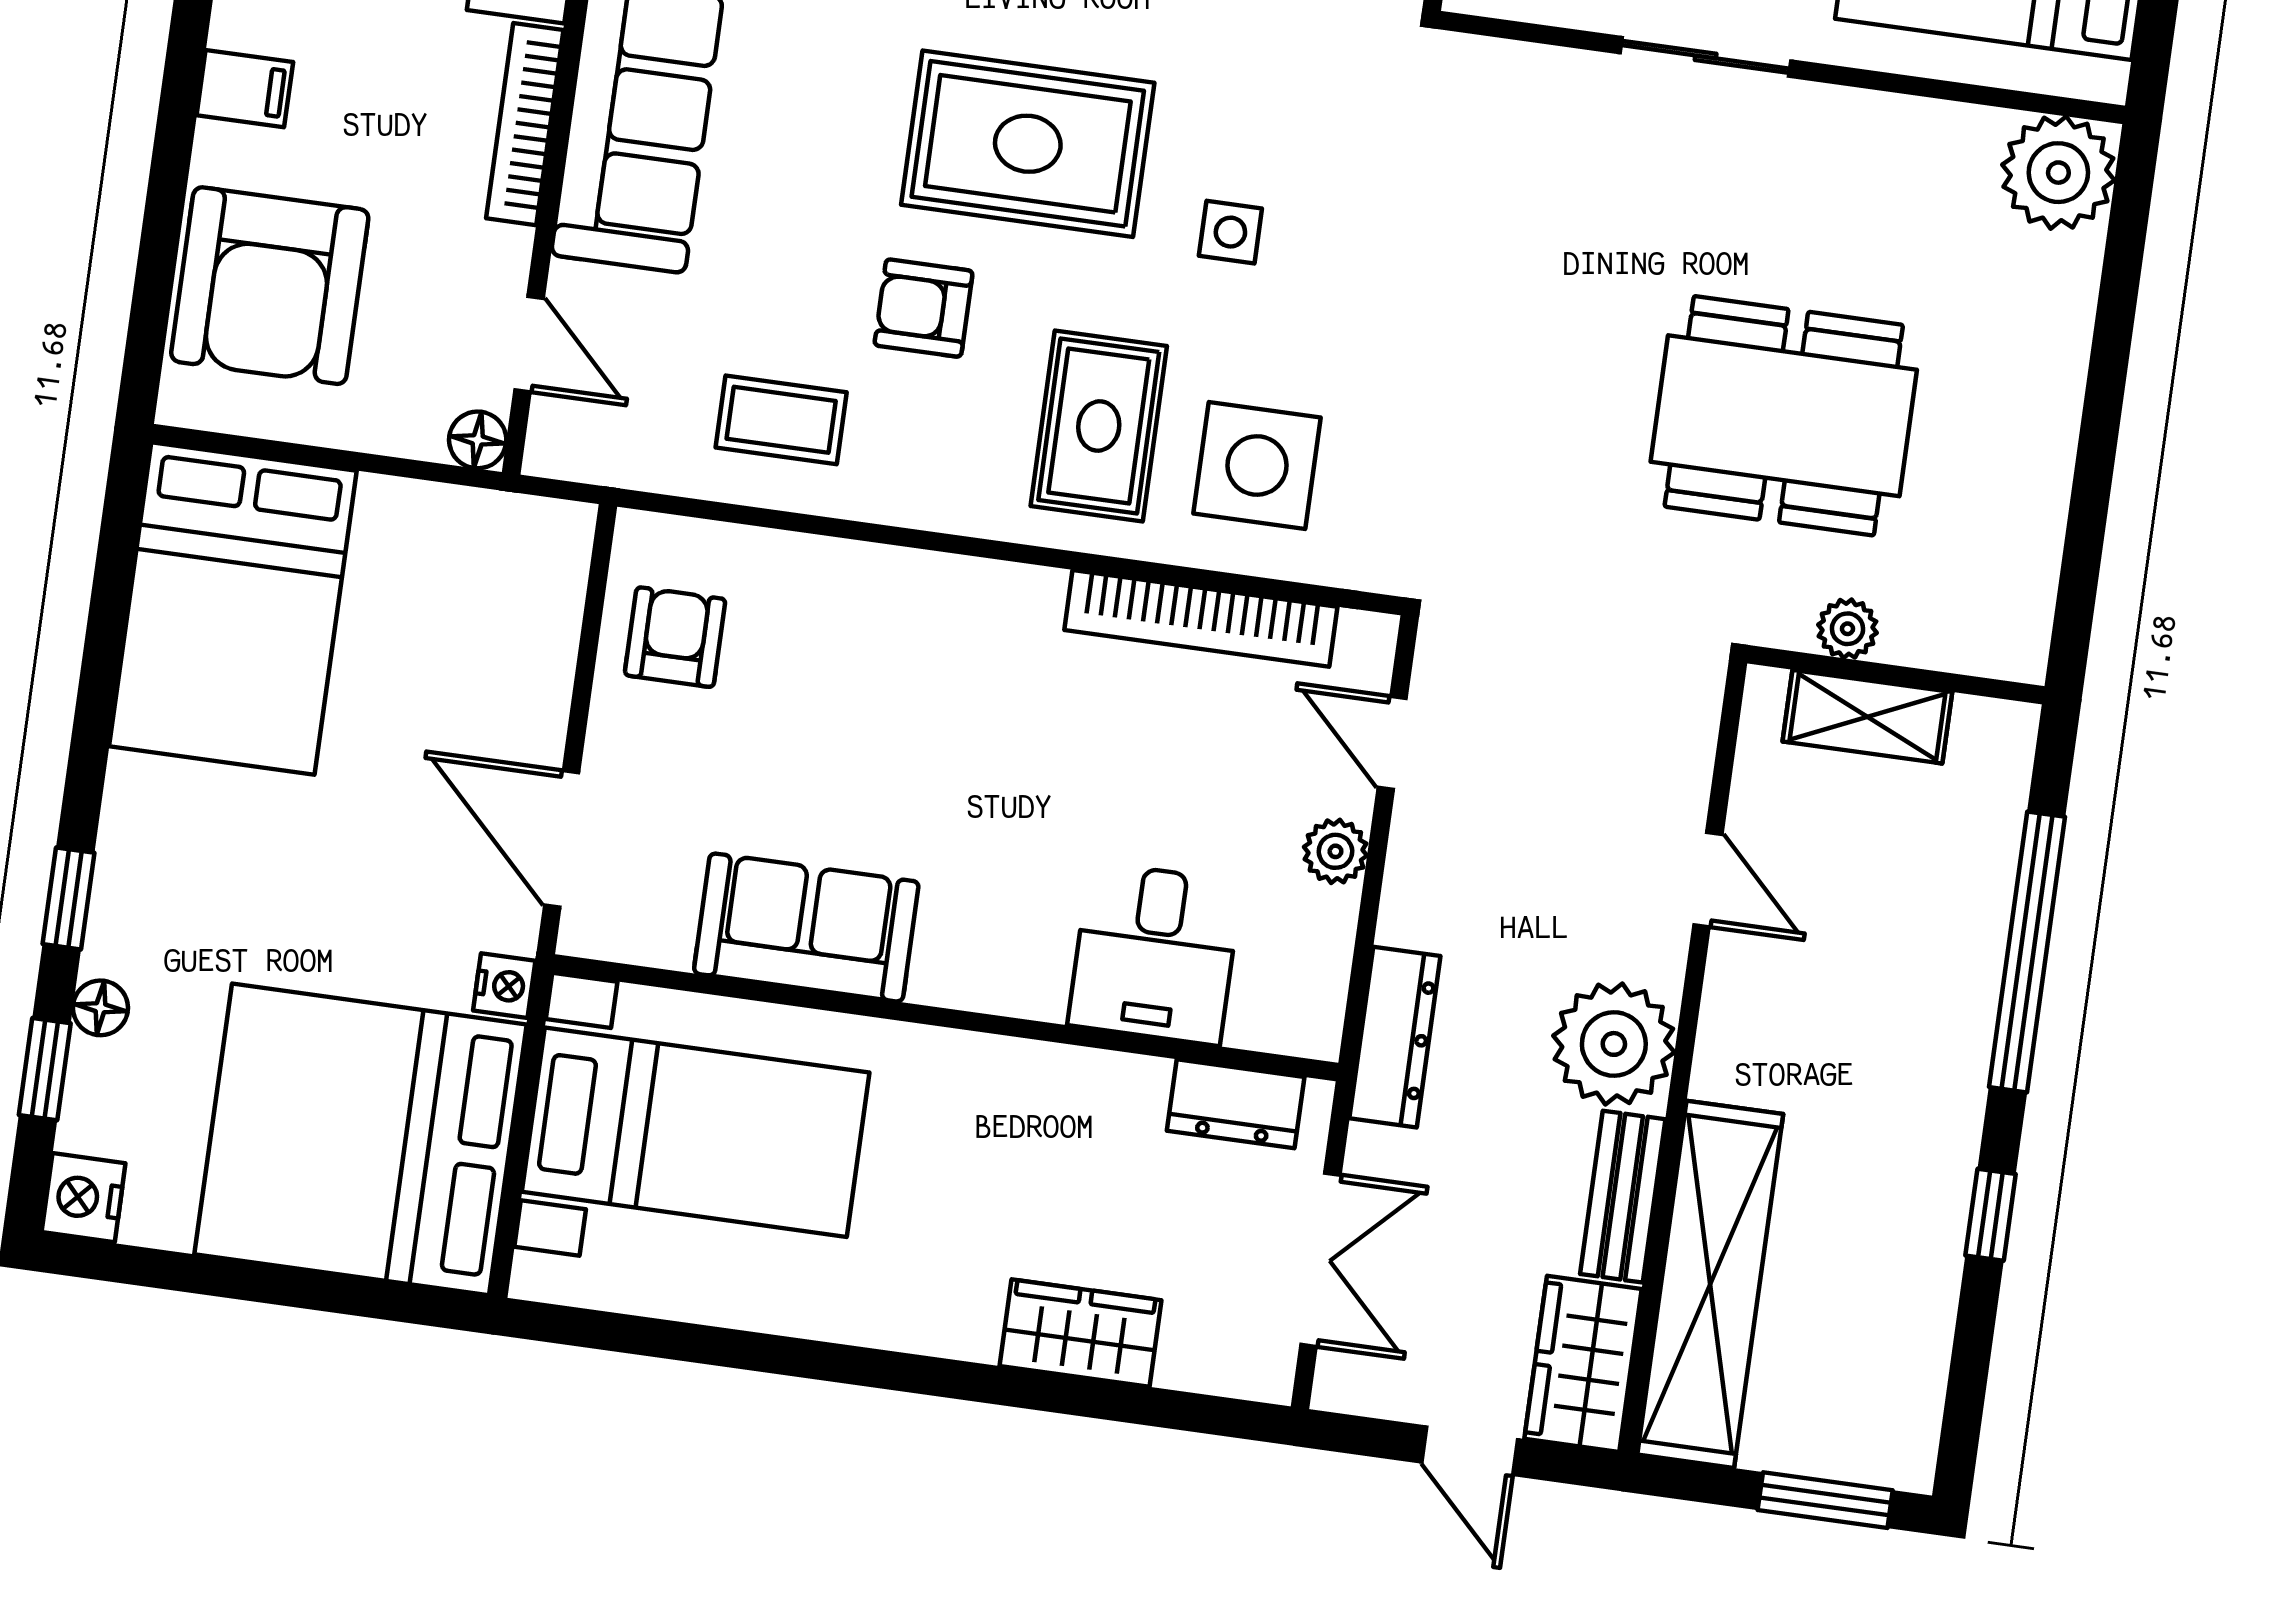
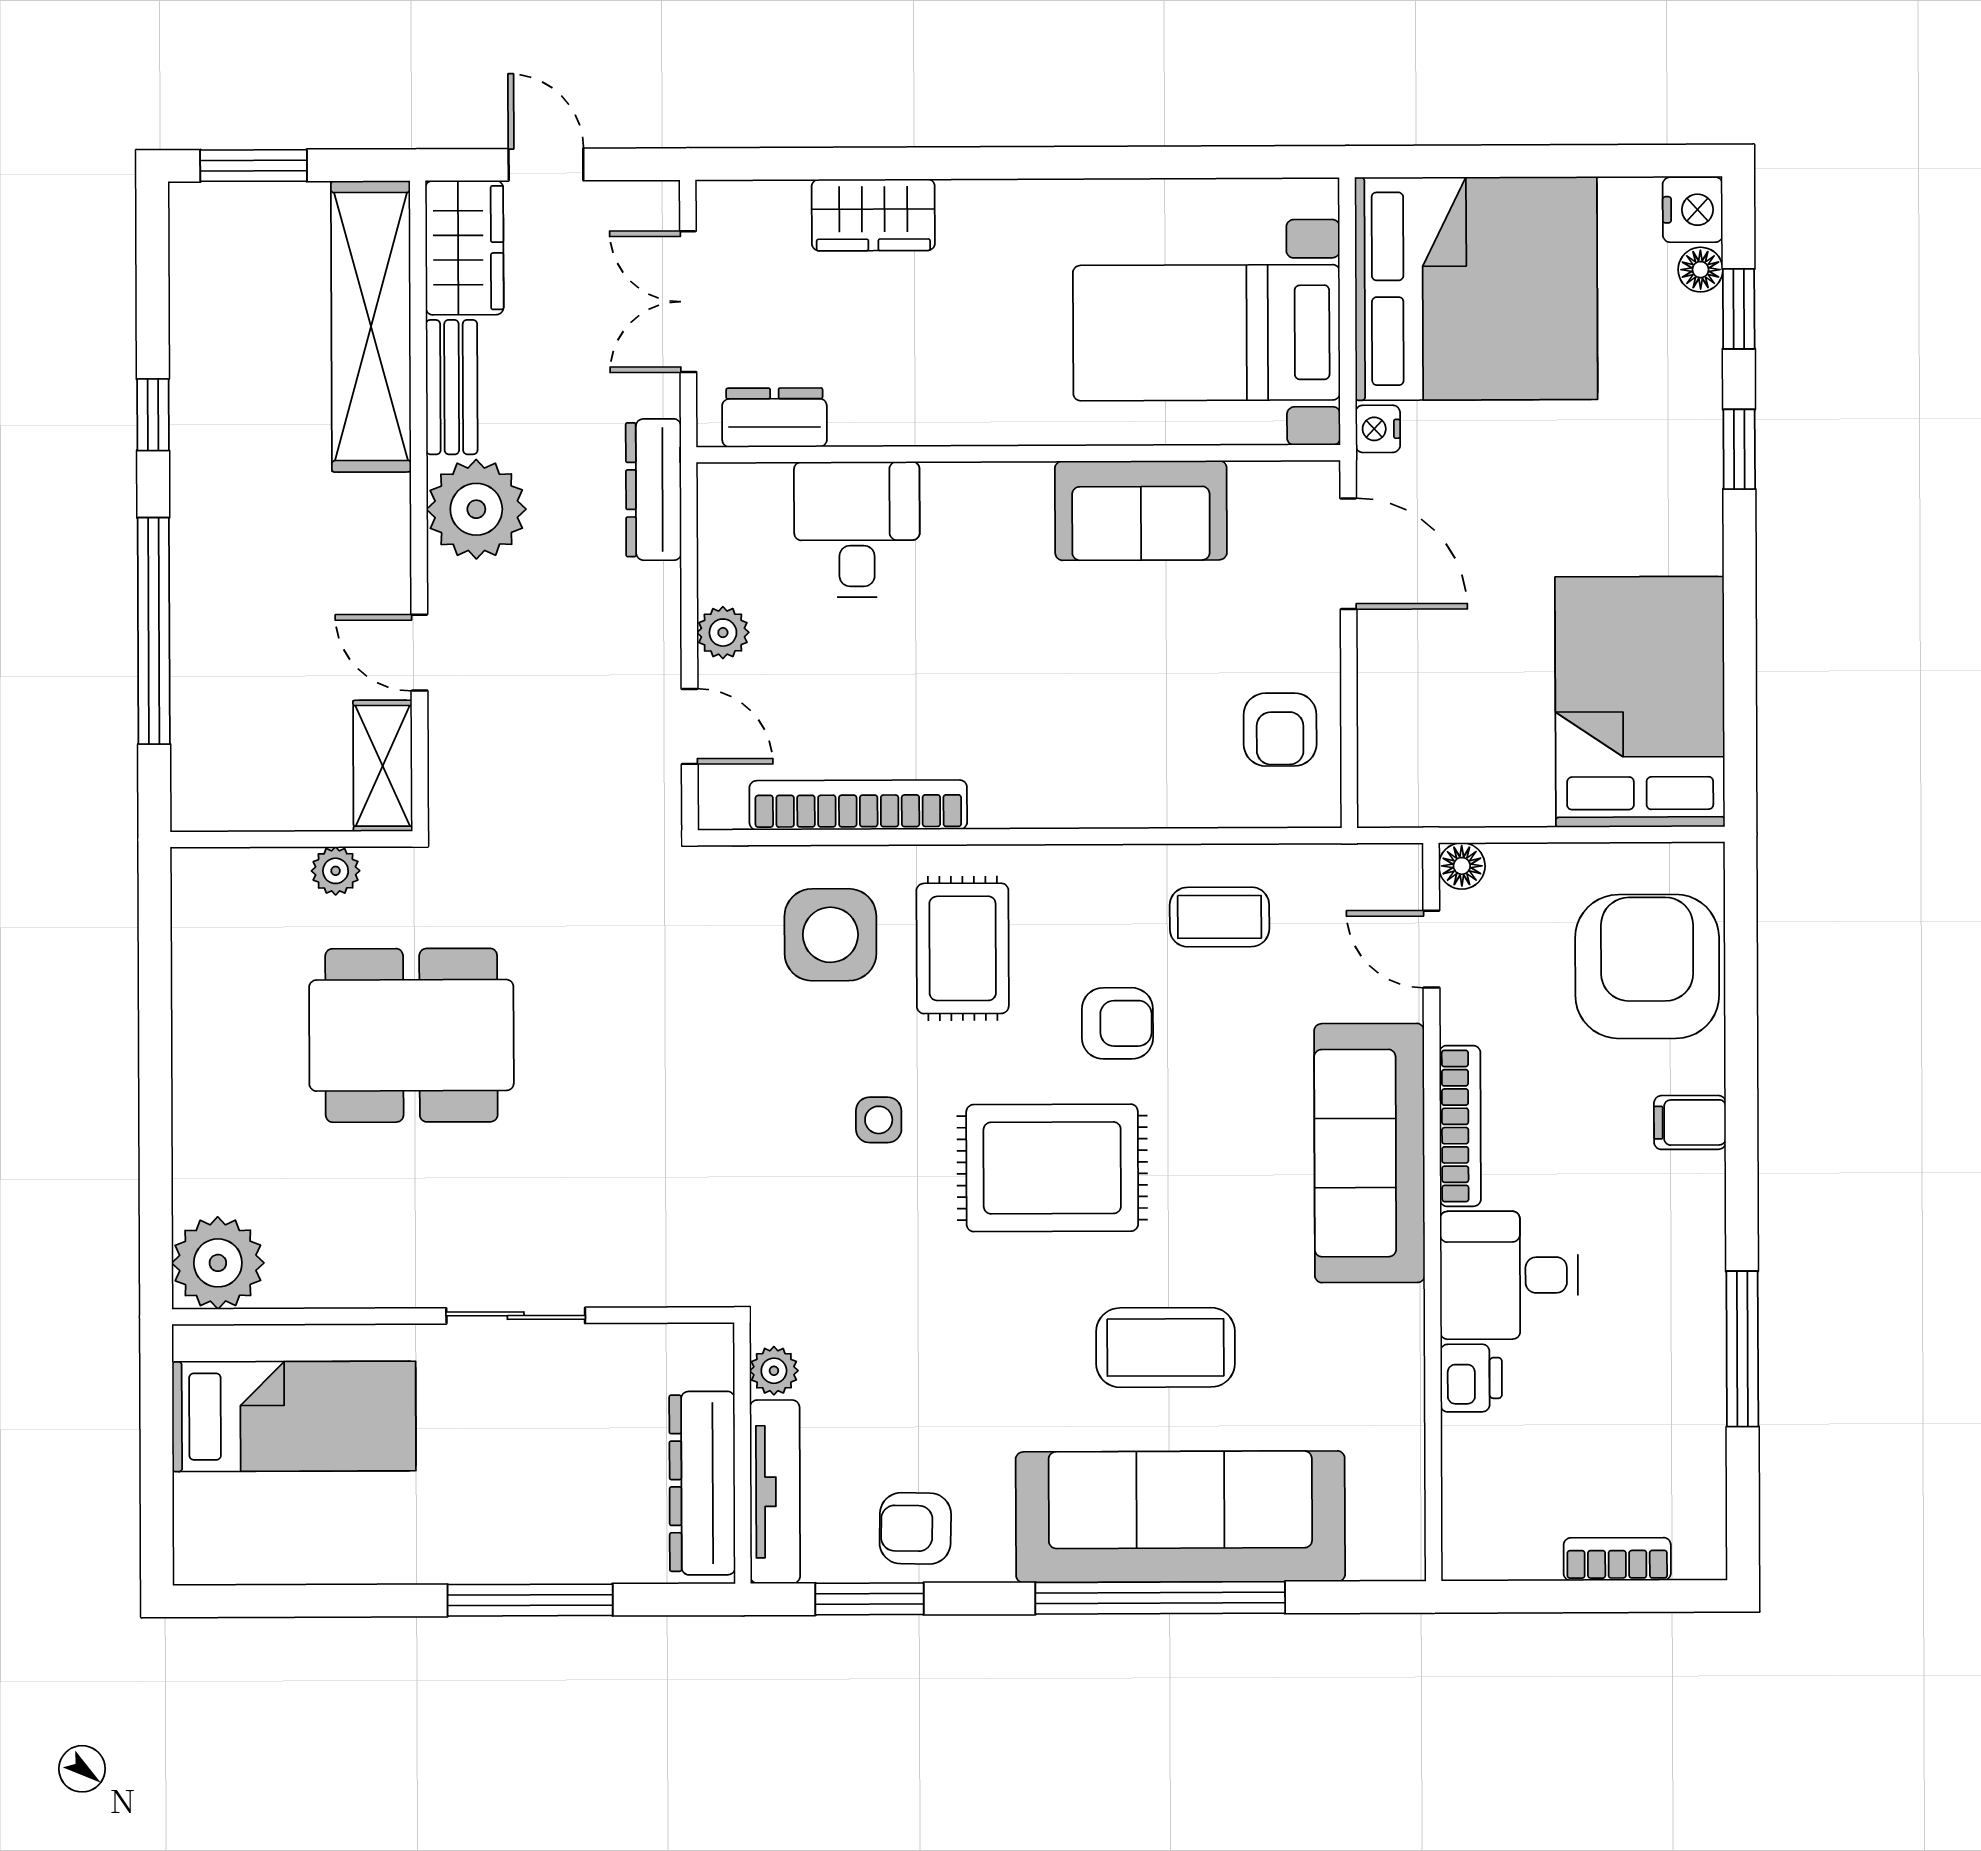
shelving: (1867, 717) -> (383, 766), moved, turned 90
floor lamp: (100, 1008) -> (1701, 270), moved

